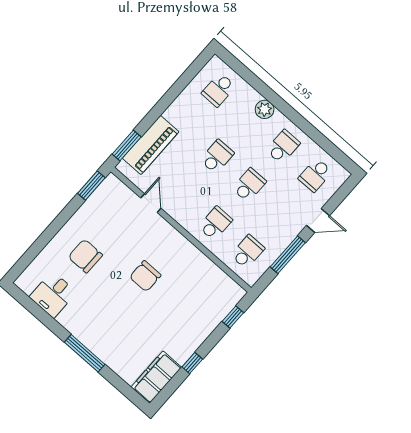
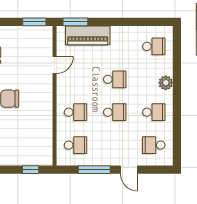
school desk: (219, 90) -> (154, 46), turned 180

